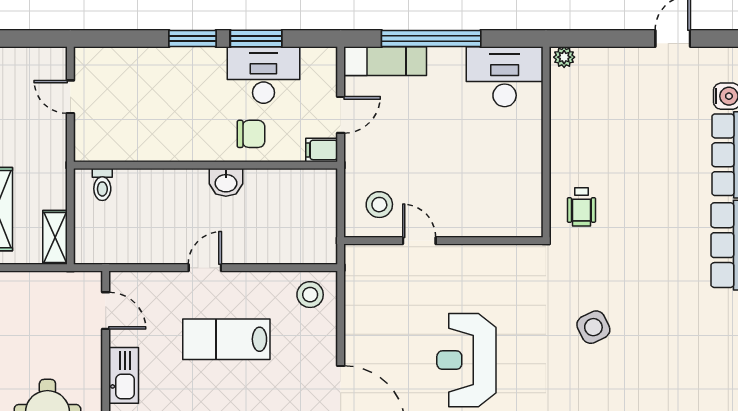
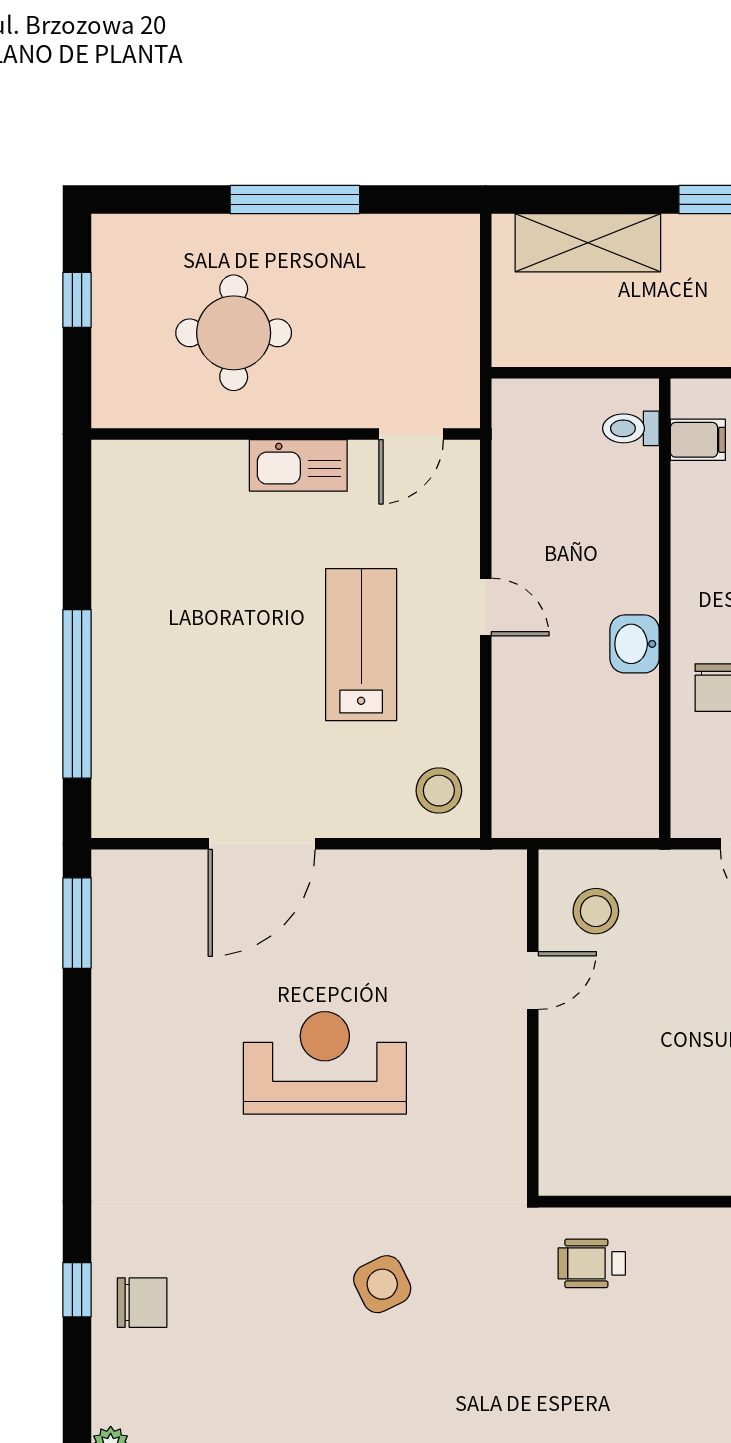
filing cabinet: (322, 150) -> (698, 440), moved, turned 90
shelving: (55, 237) -> (539, 346), removed

